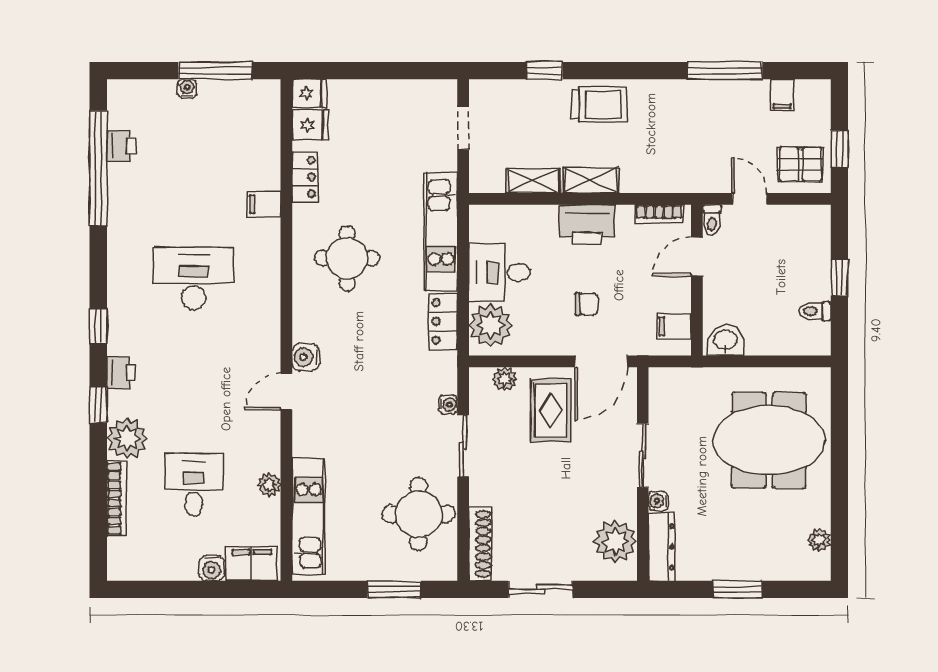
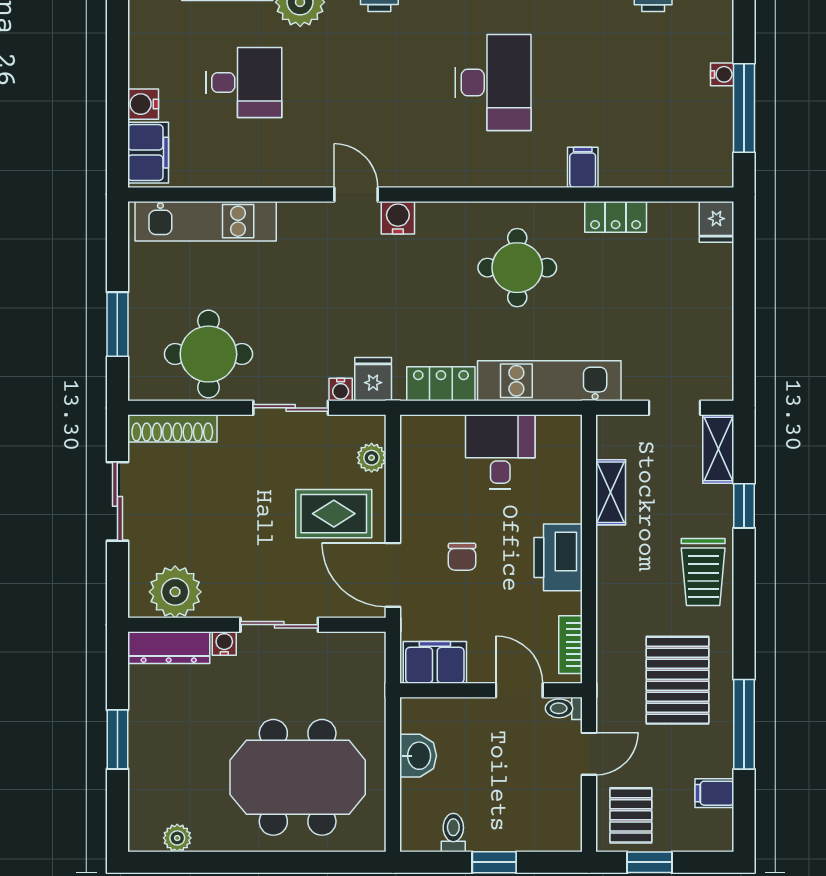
fridge: (310, 125) -> (373, 379), moved, turned 180
pallet: (689, 126) -> (678, 680), added
shelving: (591, 180) -> (718, 449), moved
plant: (491, 325) -> (437, 441), removed
filing cabinet: (674, 327) -> (435, 662), width x2.00
washbasin: (725, 341) -> (418, 756), moved
meeting table: (769, 440) -> (298, 777), turned 90
plant: (269, 485) -> (244, 174), removed

